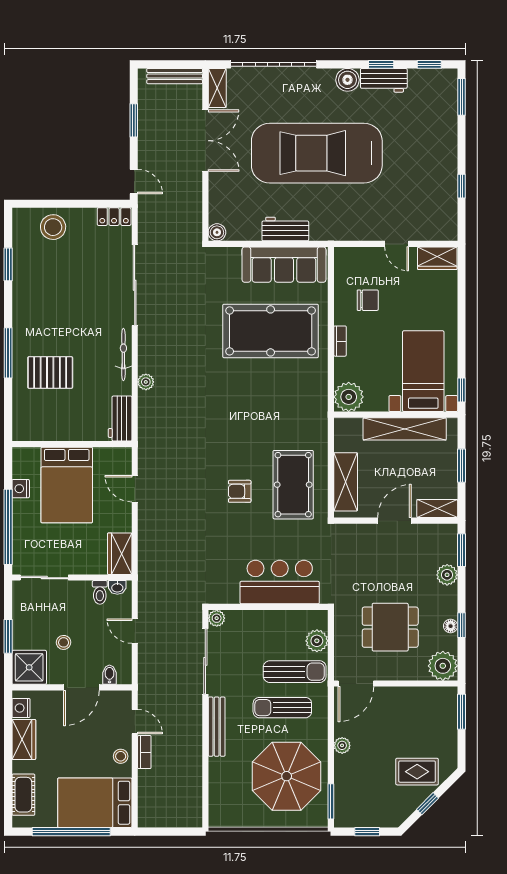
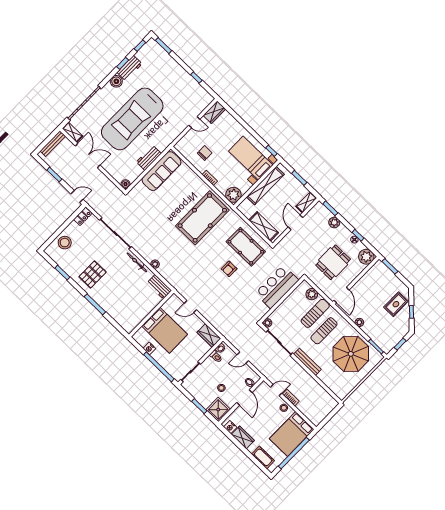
pool table: (271, 331) -> (202, 218), moved
pallet: (50, 373) -> (93, 274), moved

